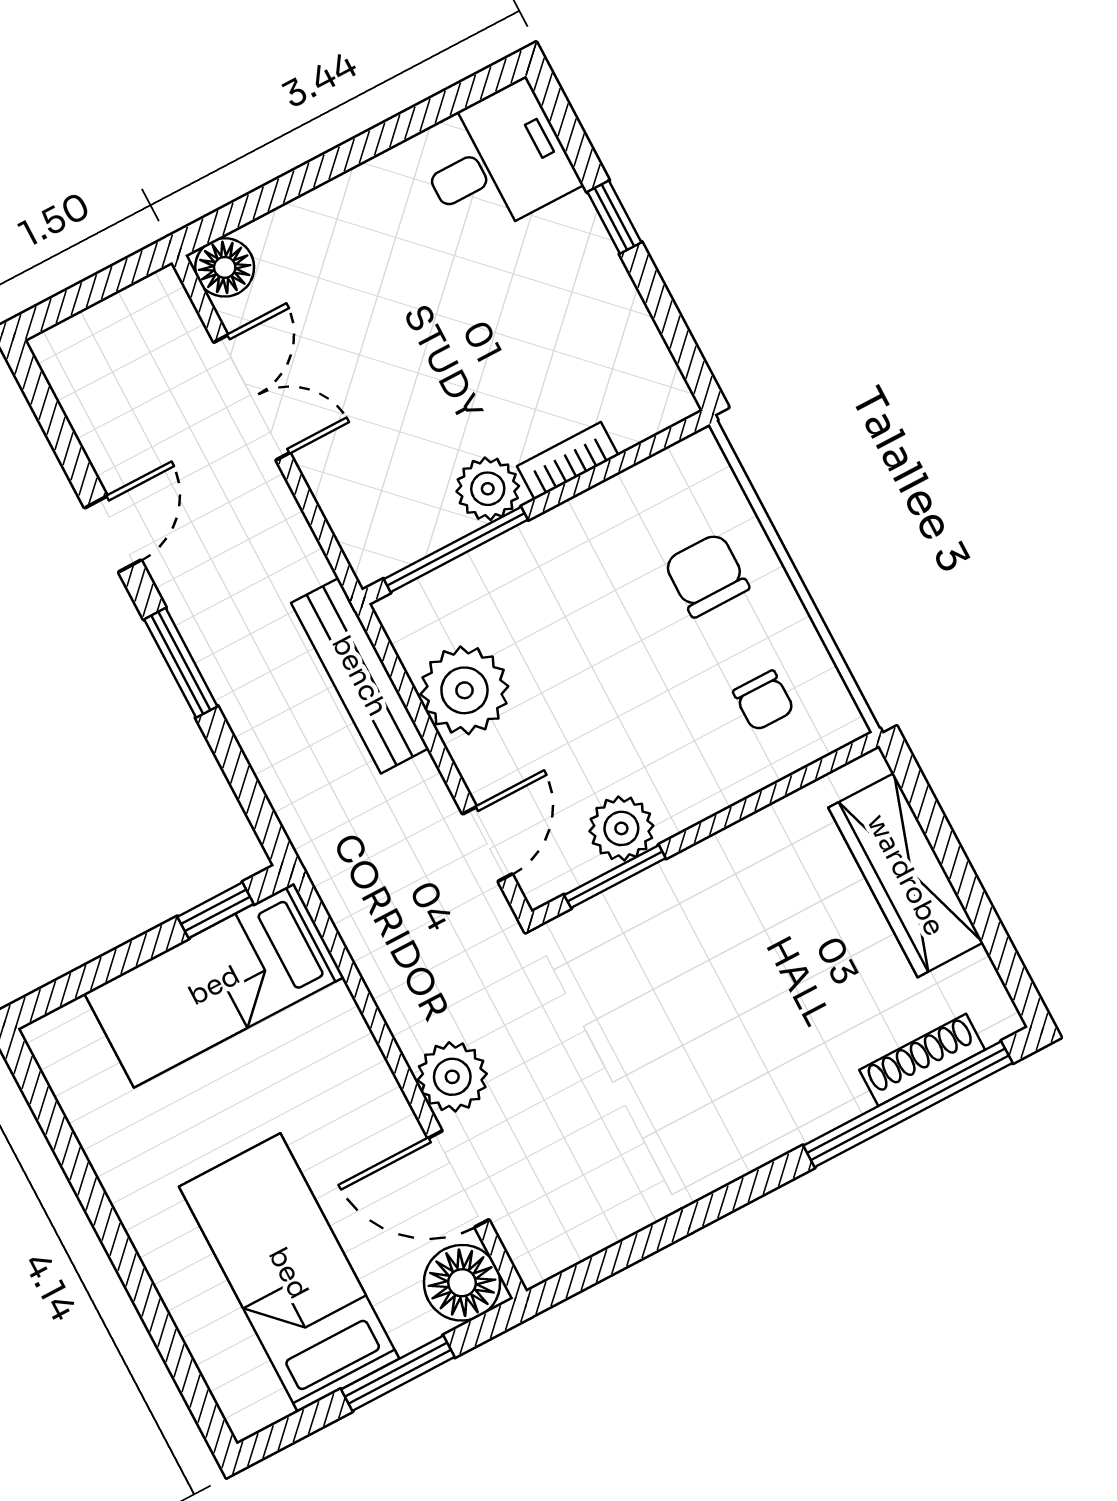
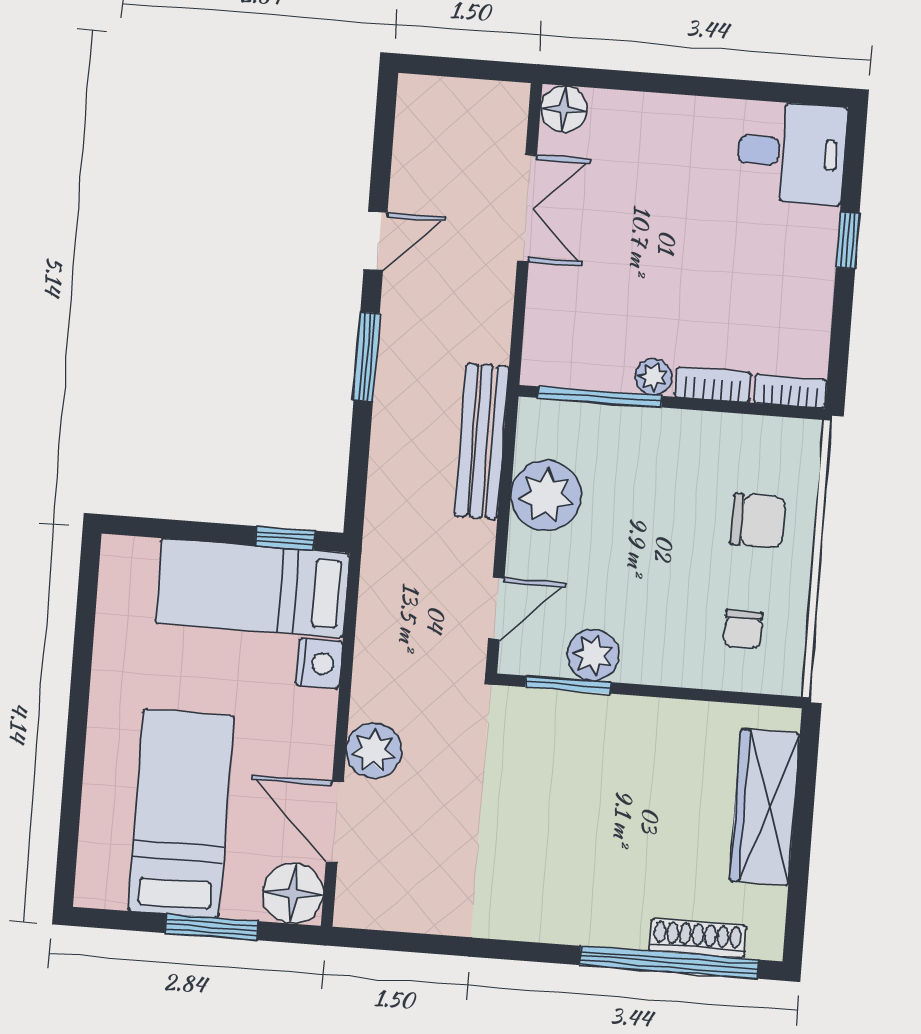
bookcase: (654, 416) -> (790, 391), added
plant: (488, 489) -> (653, 377), width x0.73, depth x0.73
chair: (707, 575) -> (758, 521), turned 90
nightstand: (336, 1021) -> (319, 663), added

